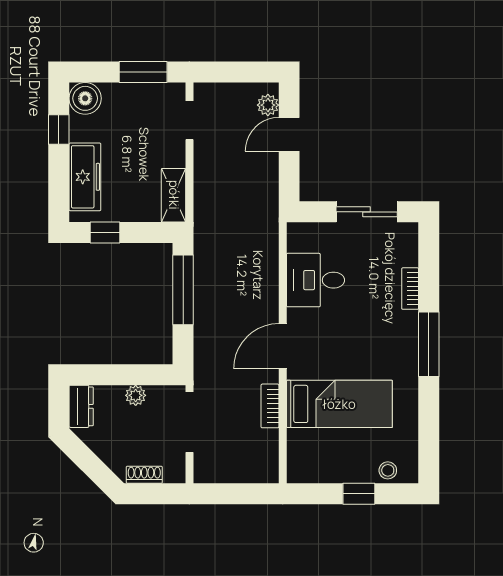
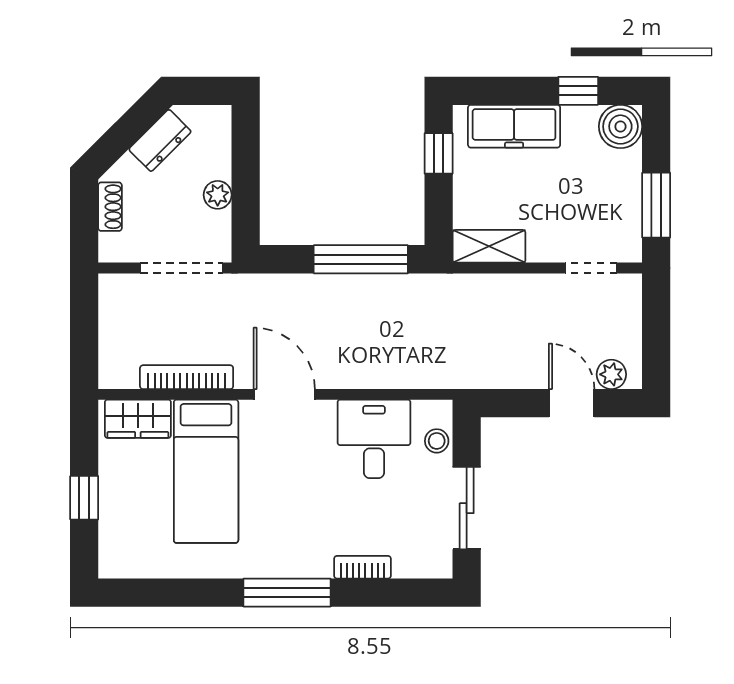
dresser: (81, 406) -> (160, 140), moved, turned -45
bookcase: (270, 406) -> (187, 377), width x1.56
wardrobe: (301, 454) -> (138, 419), added
stool: (388, 470) -> (437, 441), moved

